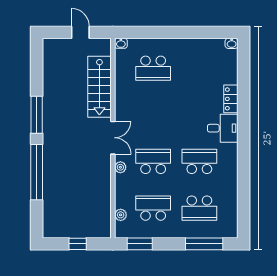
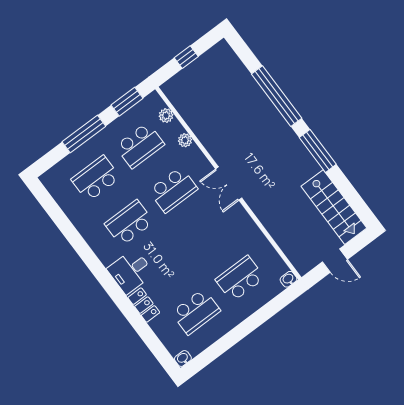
school desk: (199, 68) -> (196, 312), added
stairs: (99, 87) -> (334, 207), moved, turned 180
school desk: (199, 161) -> (129, 223), turned 180
plant: (120, 167) -> (185, 140), moved
window: (204, 244) -> (84, 134), moved

